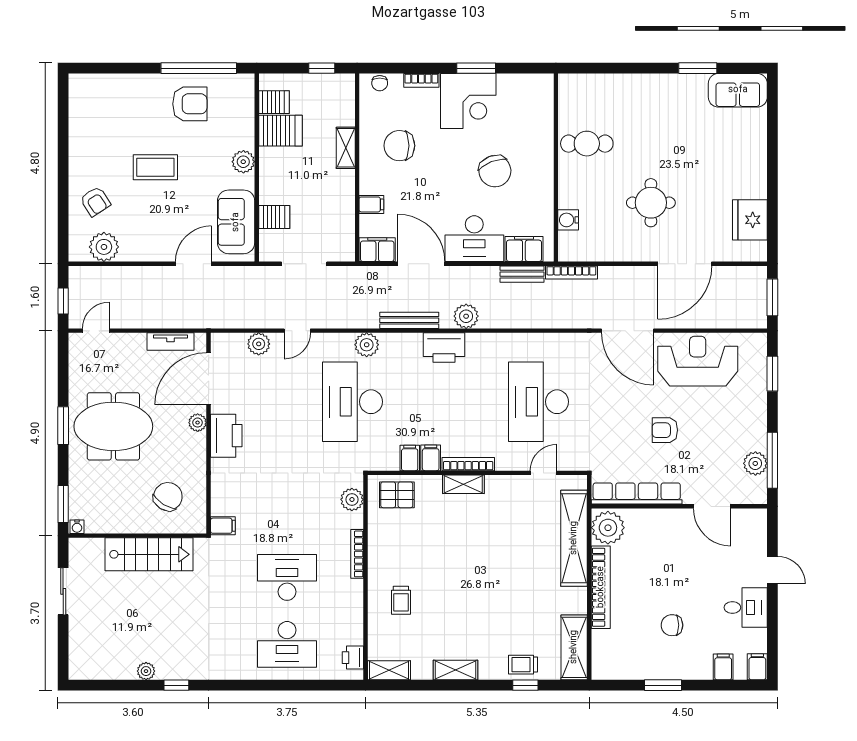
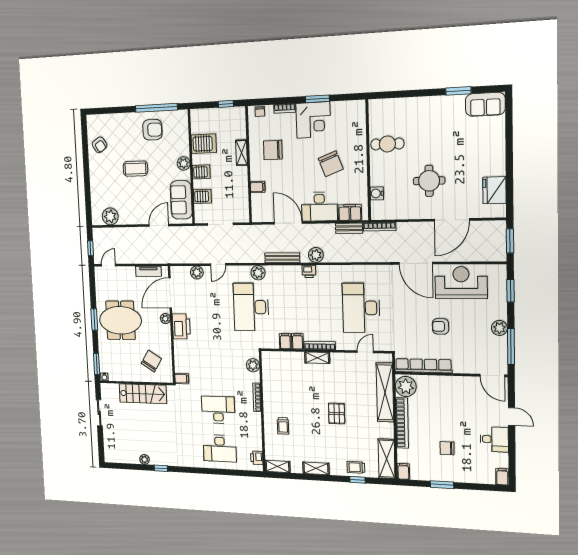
server rack: (274, 102) -> (201, 172), moved
armchair: (95, 201) -> (100, 145), moved
filing cabinet: (377, 250) -> (262, 215), removed
printer: (444, 348) -> (309, 271), width x0.53, depth x0.68
plant: (755, 463) -> (499, 328), moved
pallet: (397, 495) -> (337, 414), moved, turned 90
door: (712, 506) -> (492, 376), moved
filing cabinet: (723, 667) -> (403, 471), moved

